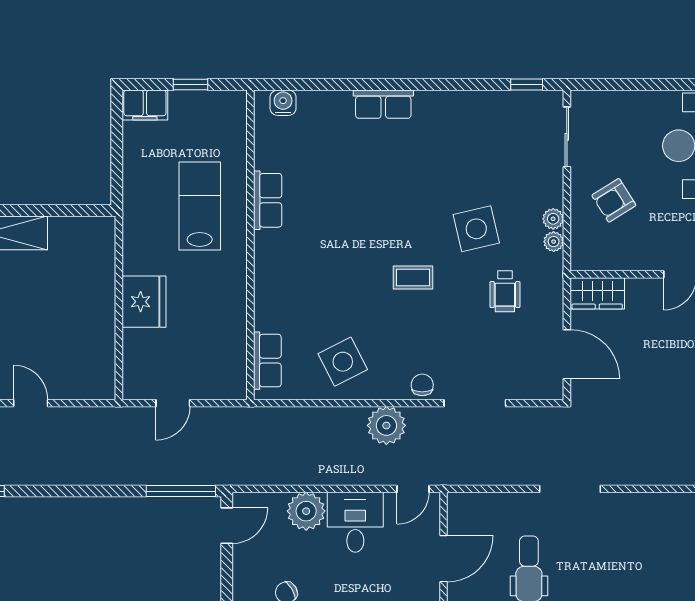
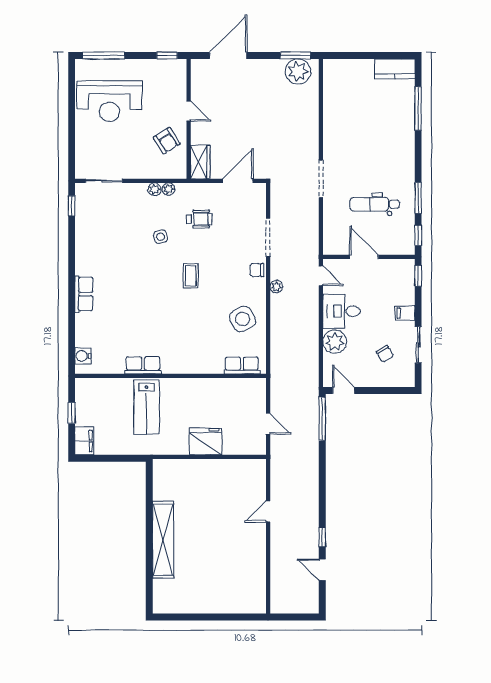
armchair: (614, 200) -> (167, 141), moved
lab bench: (200, 206) -> (147, 407), turned -90
side table: (476, 229) -> (161, 237), width x0.54, depth x0.54
plant: (386, 425) -> (276, 287), width x0.53, depth x0.53

